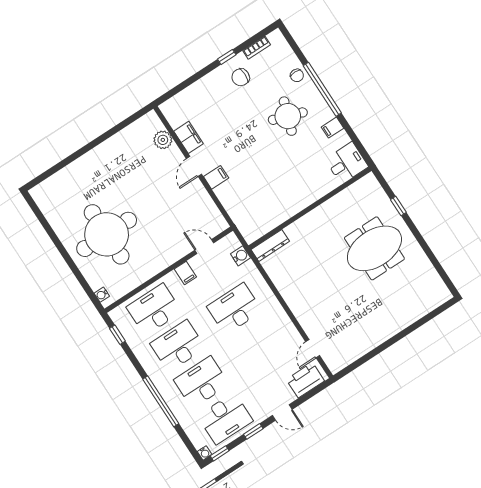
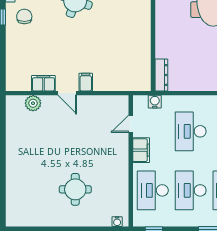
chair: (241, 77) -> (24, 16), turned 180
round table: (107, 234) -> (75, 189), width x0.54, depth x0.54
filing cabinet: (185, 273) -> (141, 150), width x2.00

